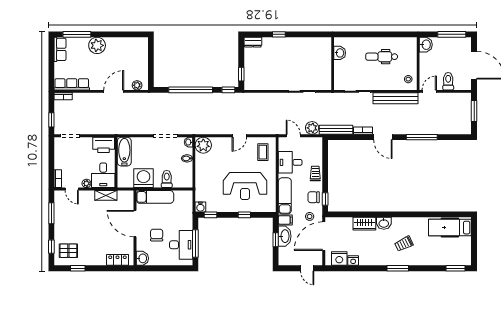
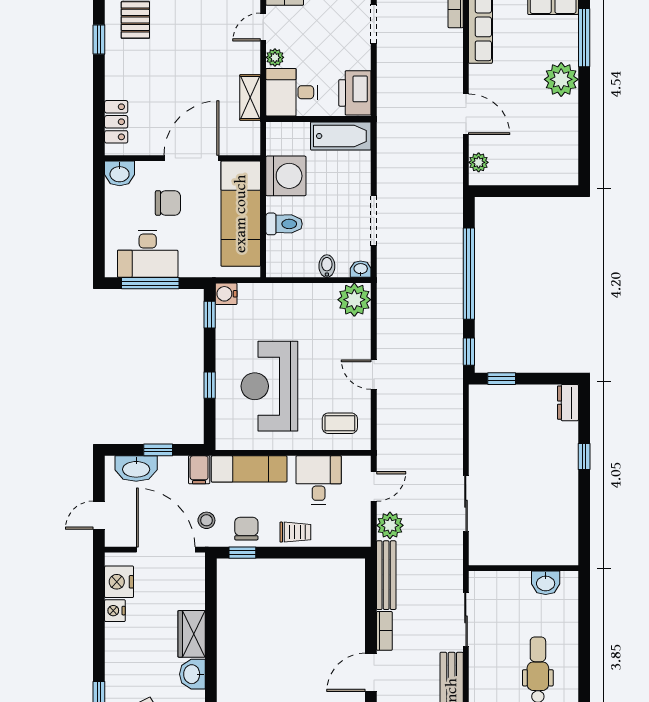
exam couch: (155, 197) -> (241, 214), width x1.36, depth x1.45
washbasin: (285, 236) -> (136, 469), moved

